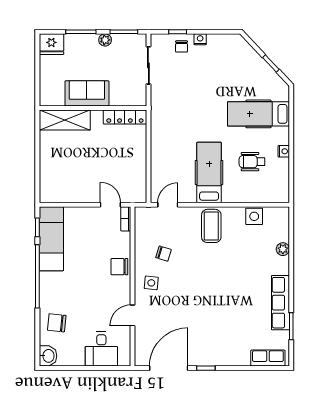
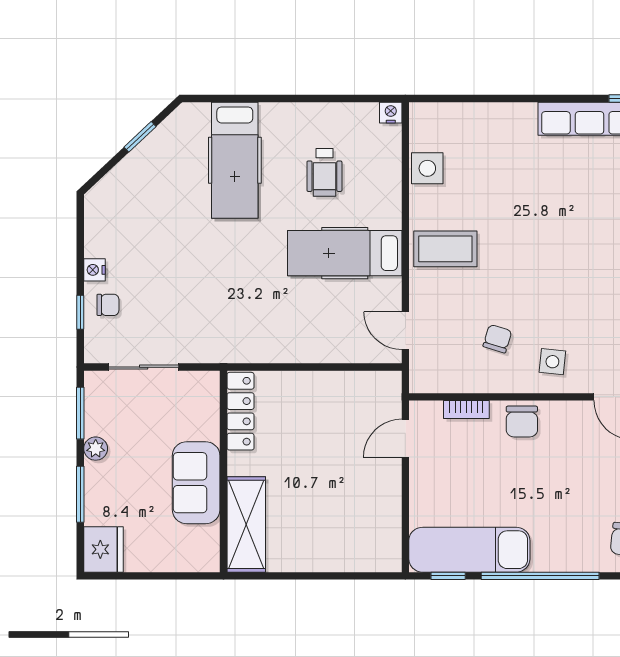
nightstand: (284, 151) -> (391, 113), moved
bookcase: (126, 219) -> (466, 410), moved
plant: (283, 249) -> (489, 114), removed

